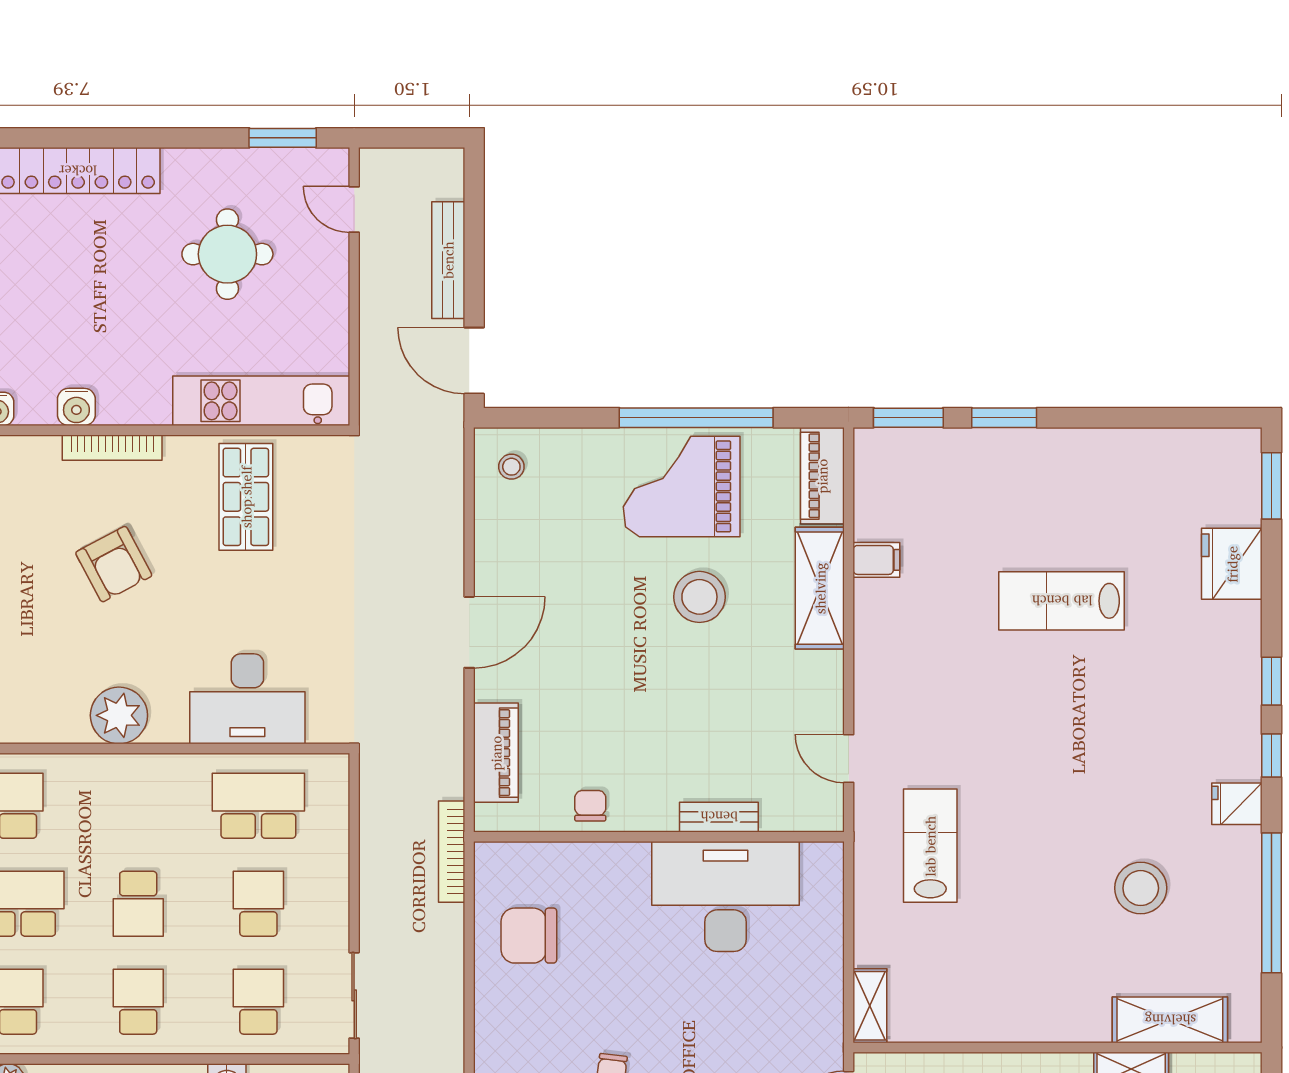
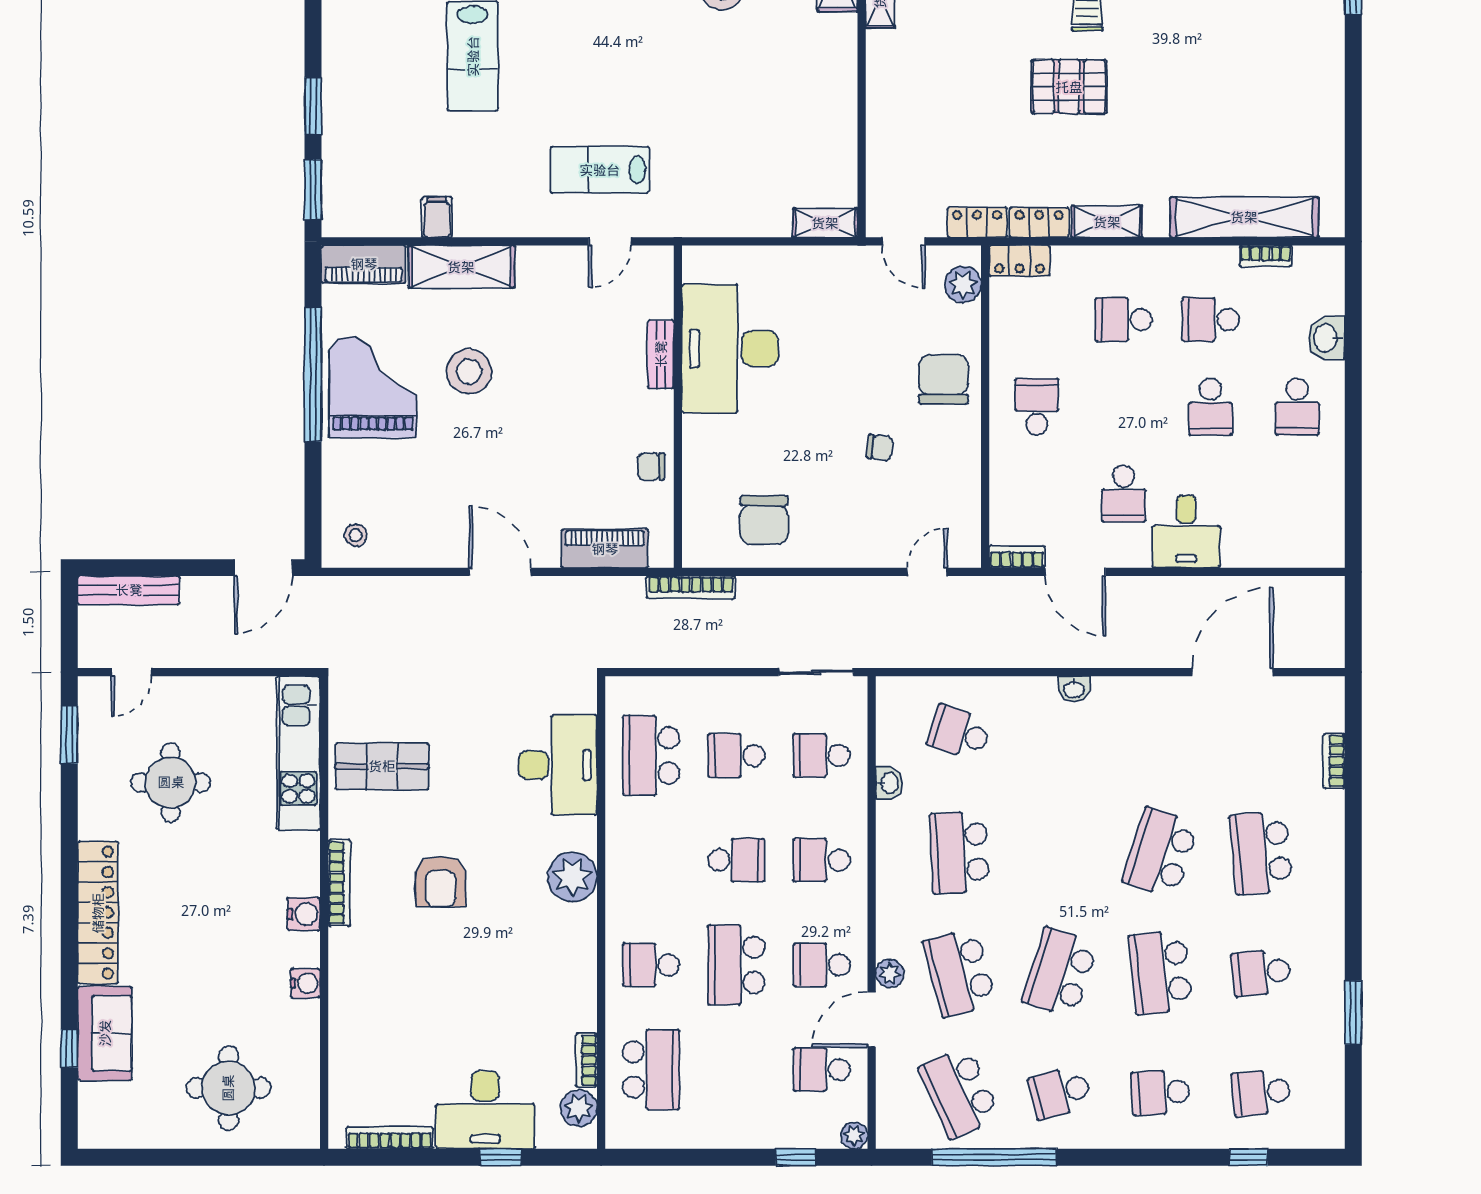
bench: (448, 260) -> (129, 590), moved
grand piano: (682, 486) -> (373, 387), turned 180
armchair: (114, 564) -> (440, 881), turned 118
lab bench: (930, 846) -> (600, 170), moved

